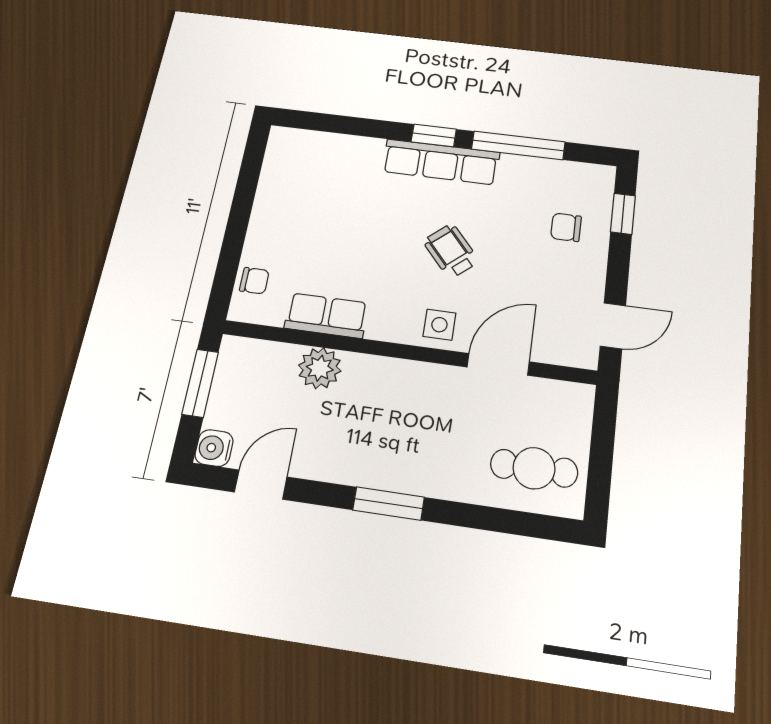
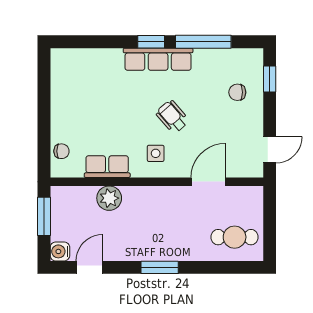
side table: (439, 325) -> (156, 153), moved

